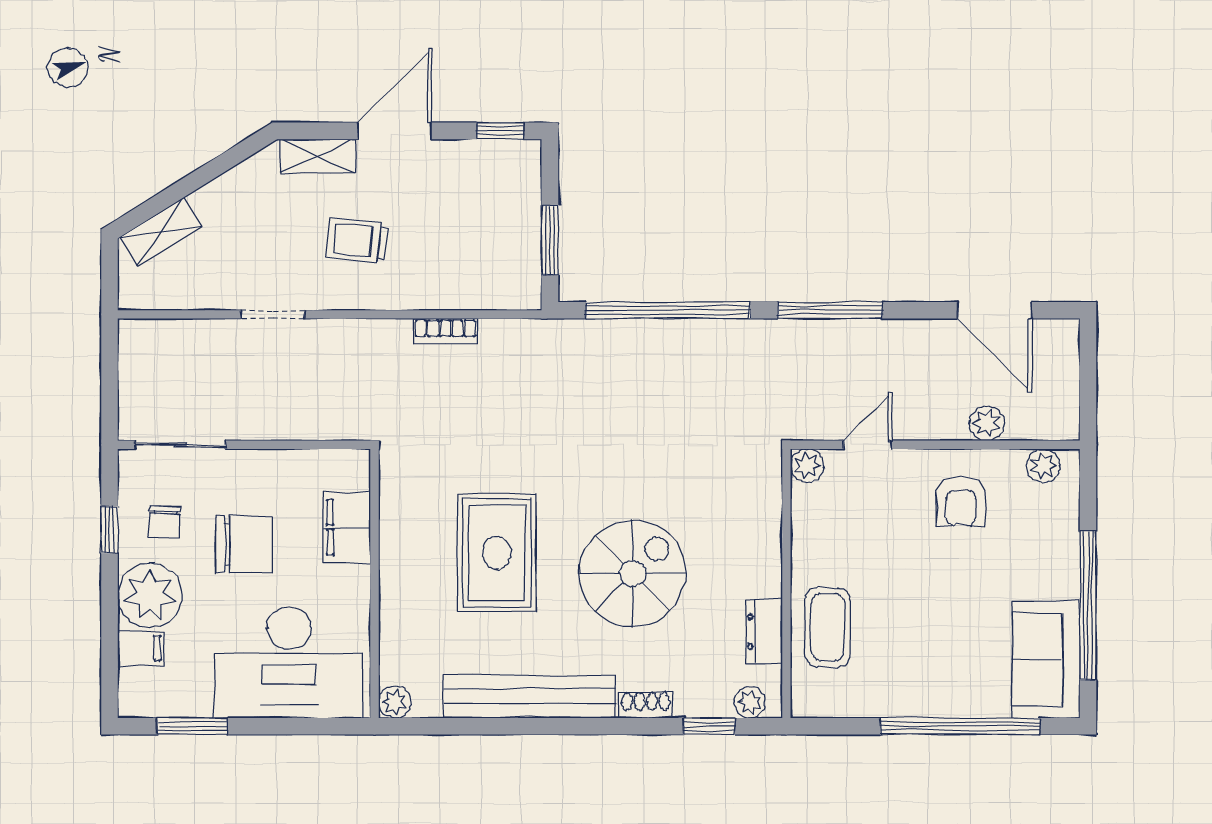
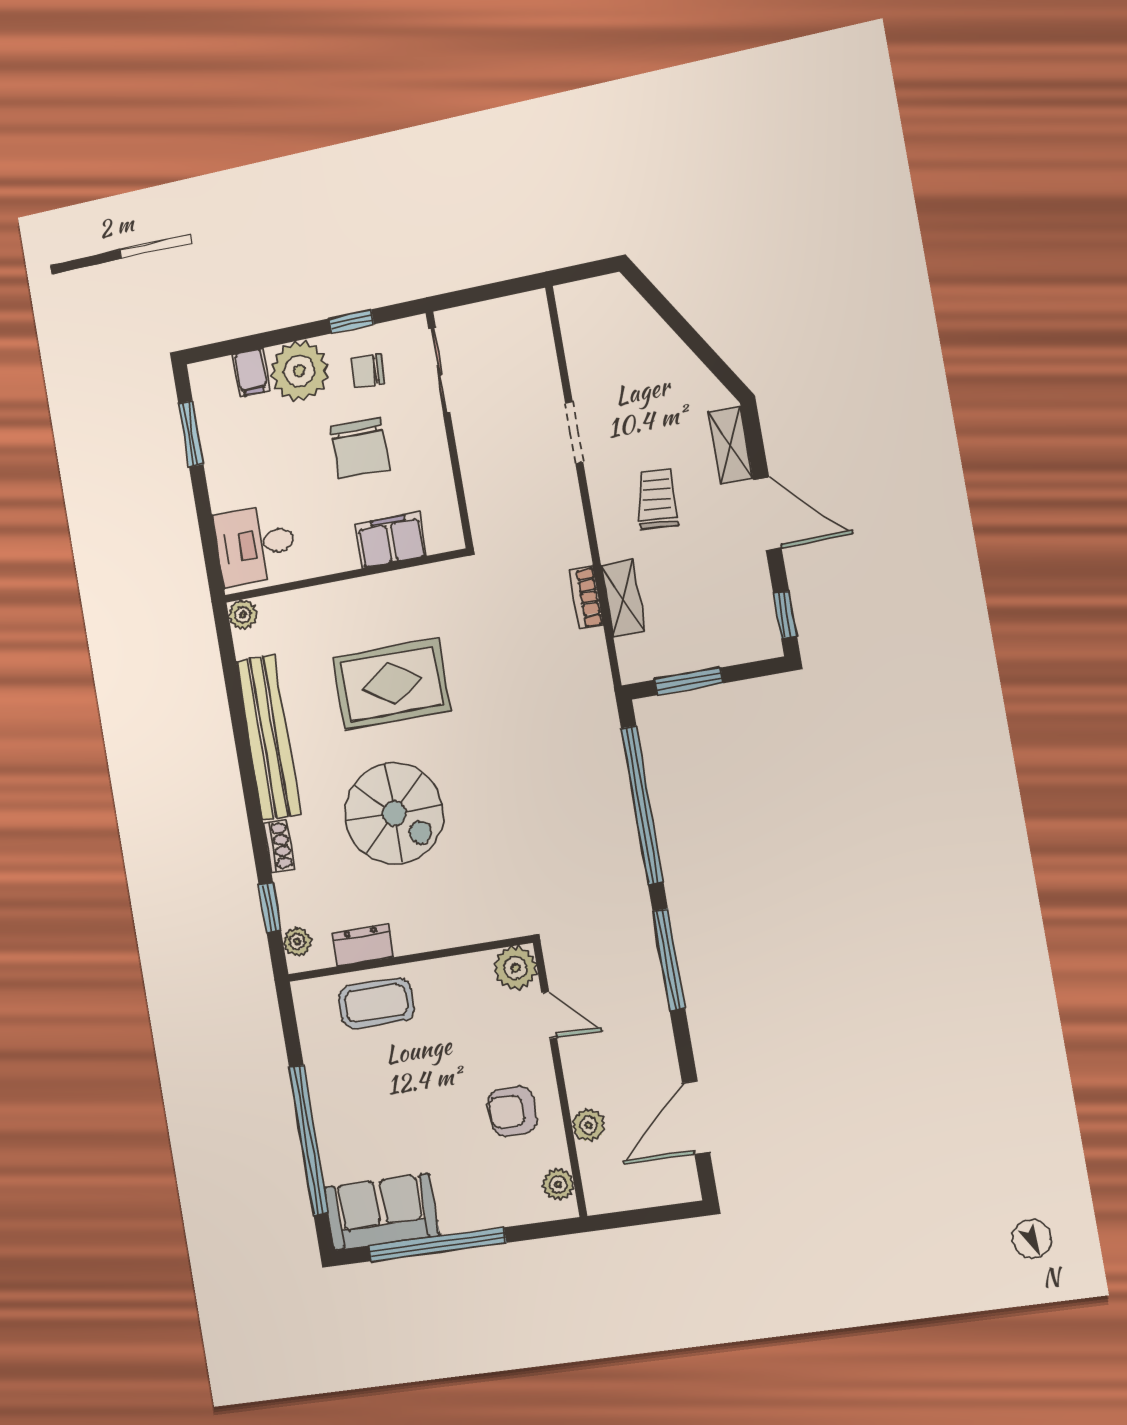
shelving: (160, 232) -> (623, 598), moved, turned 32
plant: (807, 466) -> (515, 968), width x1.38, depth x1.38
desk: (289, 663) -> (255, 545), width x0.53, depth x0.77

